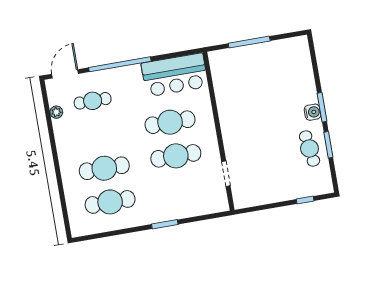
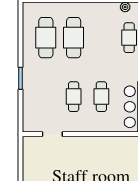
cafe table: (170, 122) -> (101, 97), width x0.73, depth x0.74
cafe table: (176, 156) -> (74, 97), width x0.73, depth x0.74

